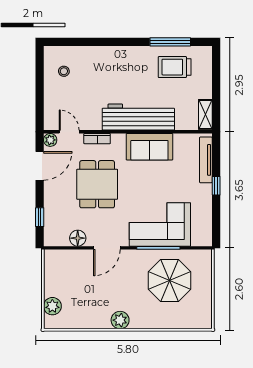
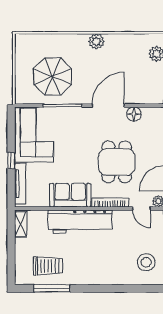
stool: (64, 71) -> (146, 262), width x1.89, depth x1.89
bookcase: (97, 139) -> (110, 202), width x1.56
corner sofa: (160, 224) -> (34, 135), moved, turned -90
door: (107, 248) -> (108, 106), width x1.36

